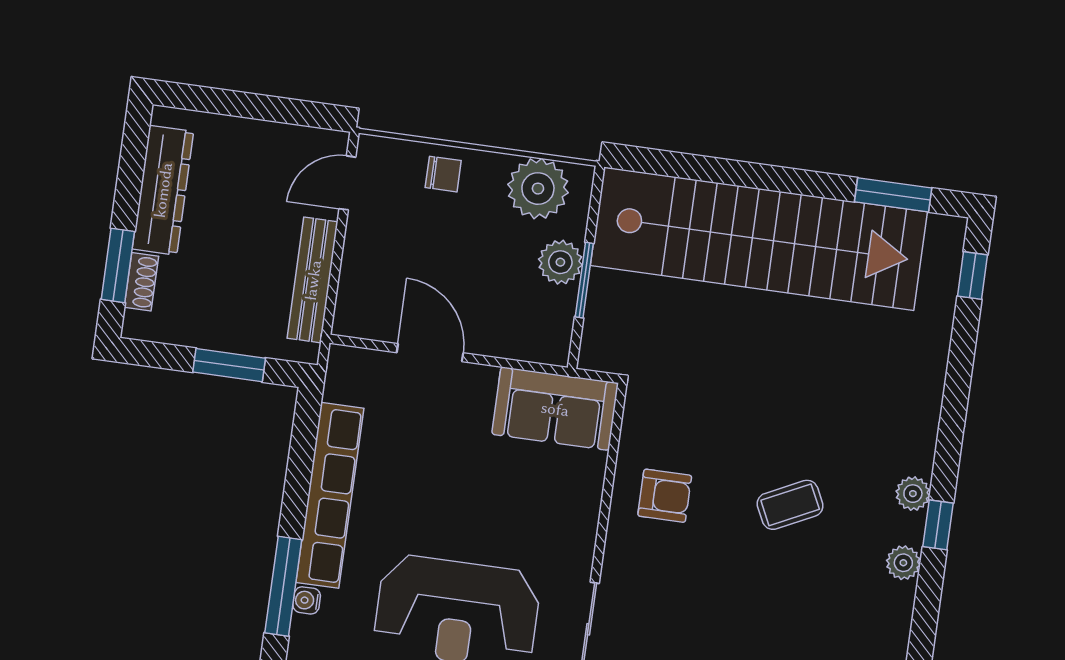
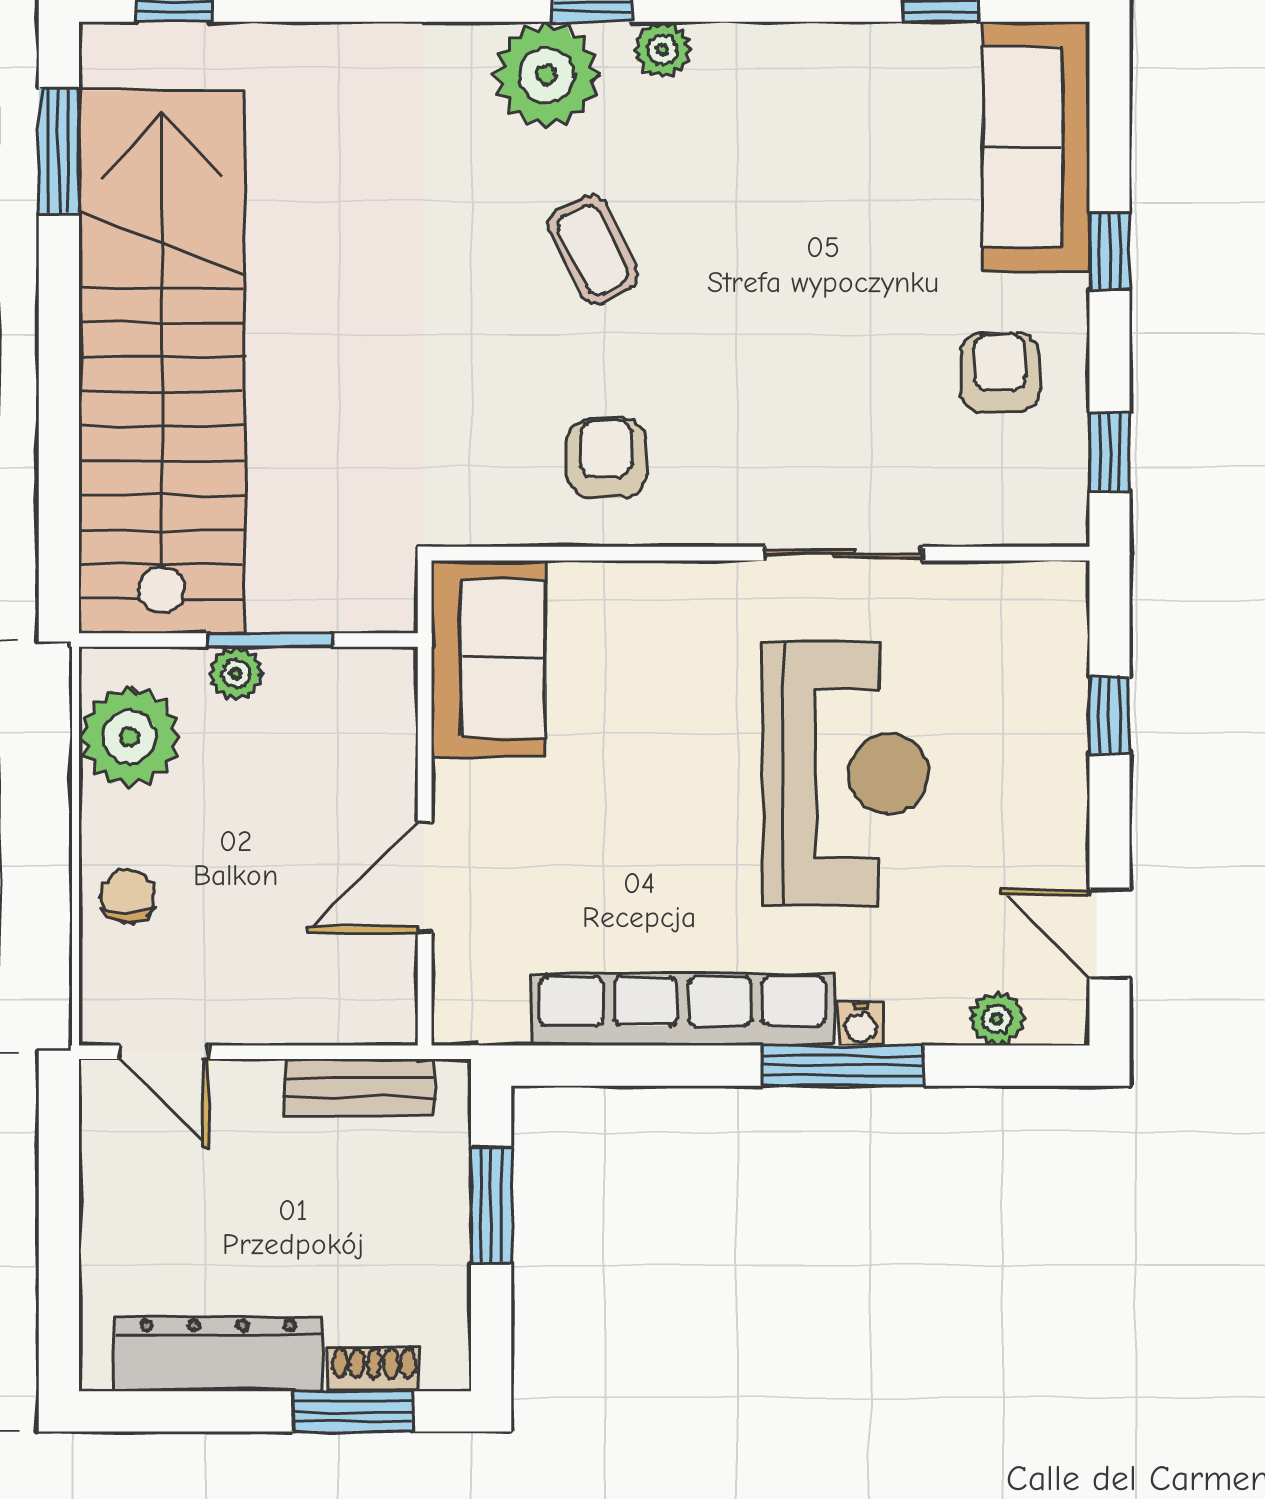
plant: (560, 262) -> (236, 673), width x0.73, depth x0.73
bench: (313, 280) -> (359, 1087), width x0.73
plant: (913, 494) -> (546, 75), width x1.88, depth x1.88

